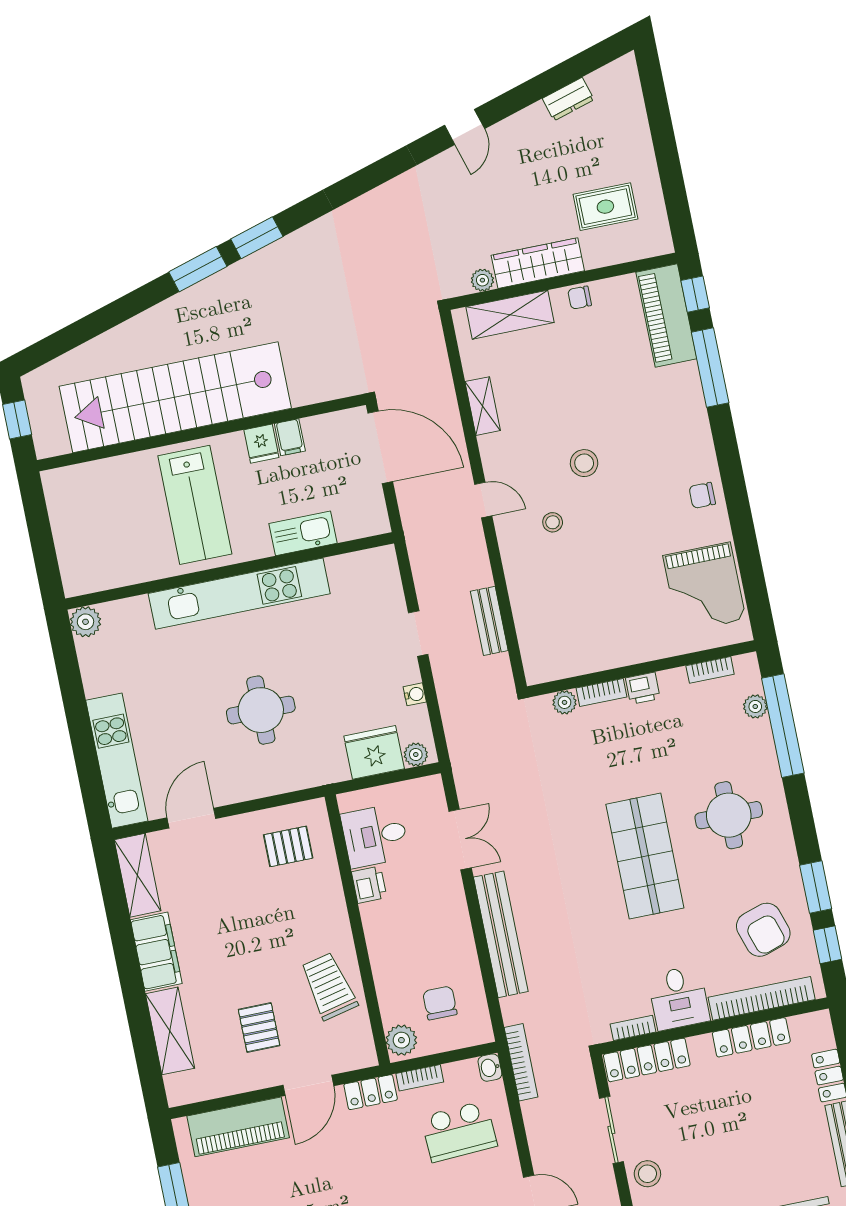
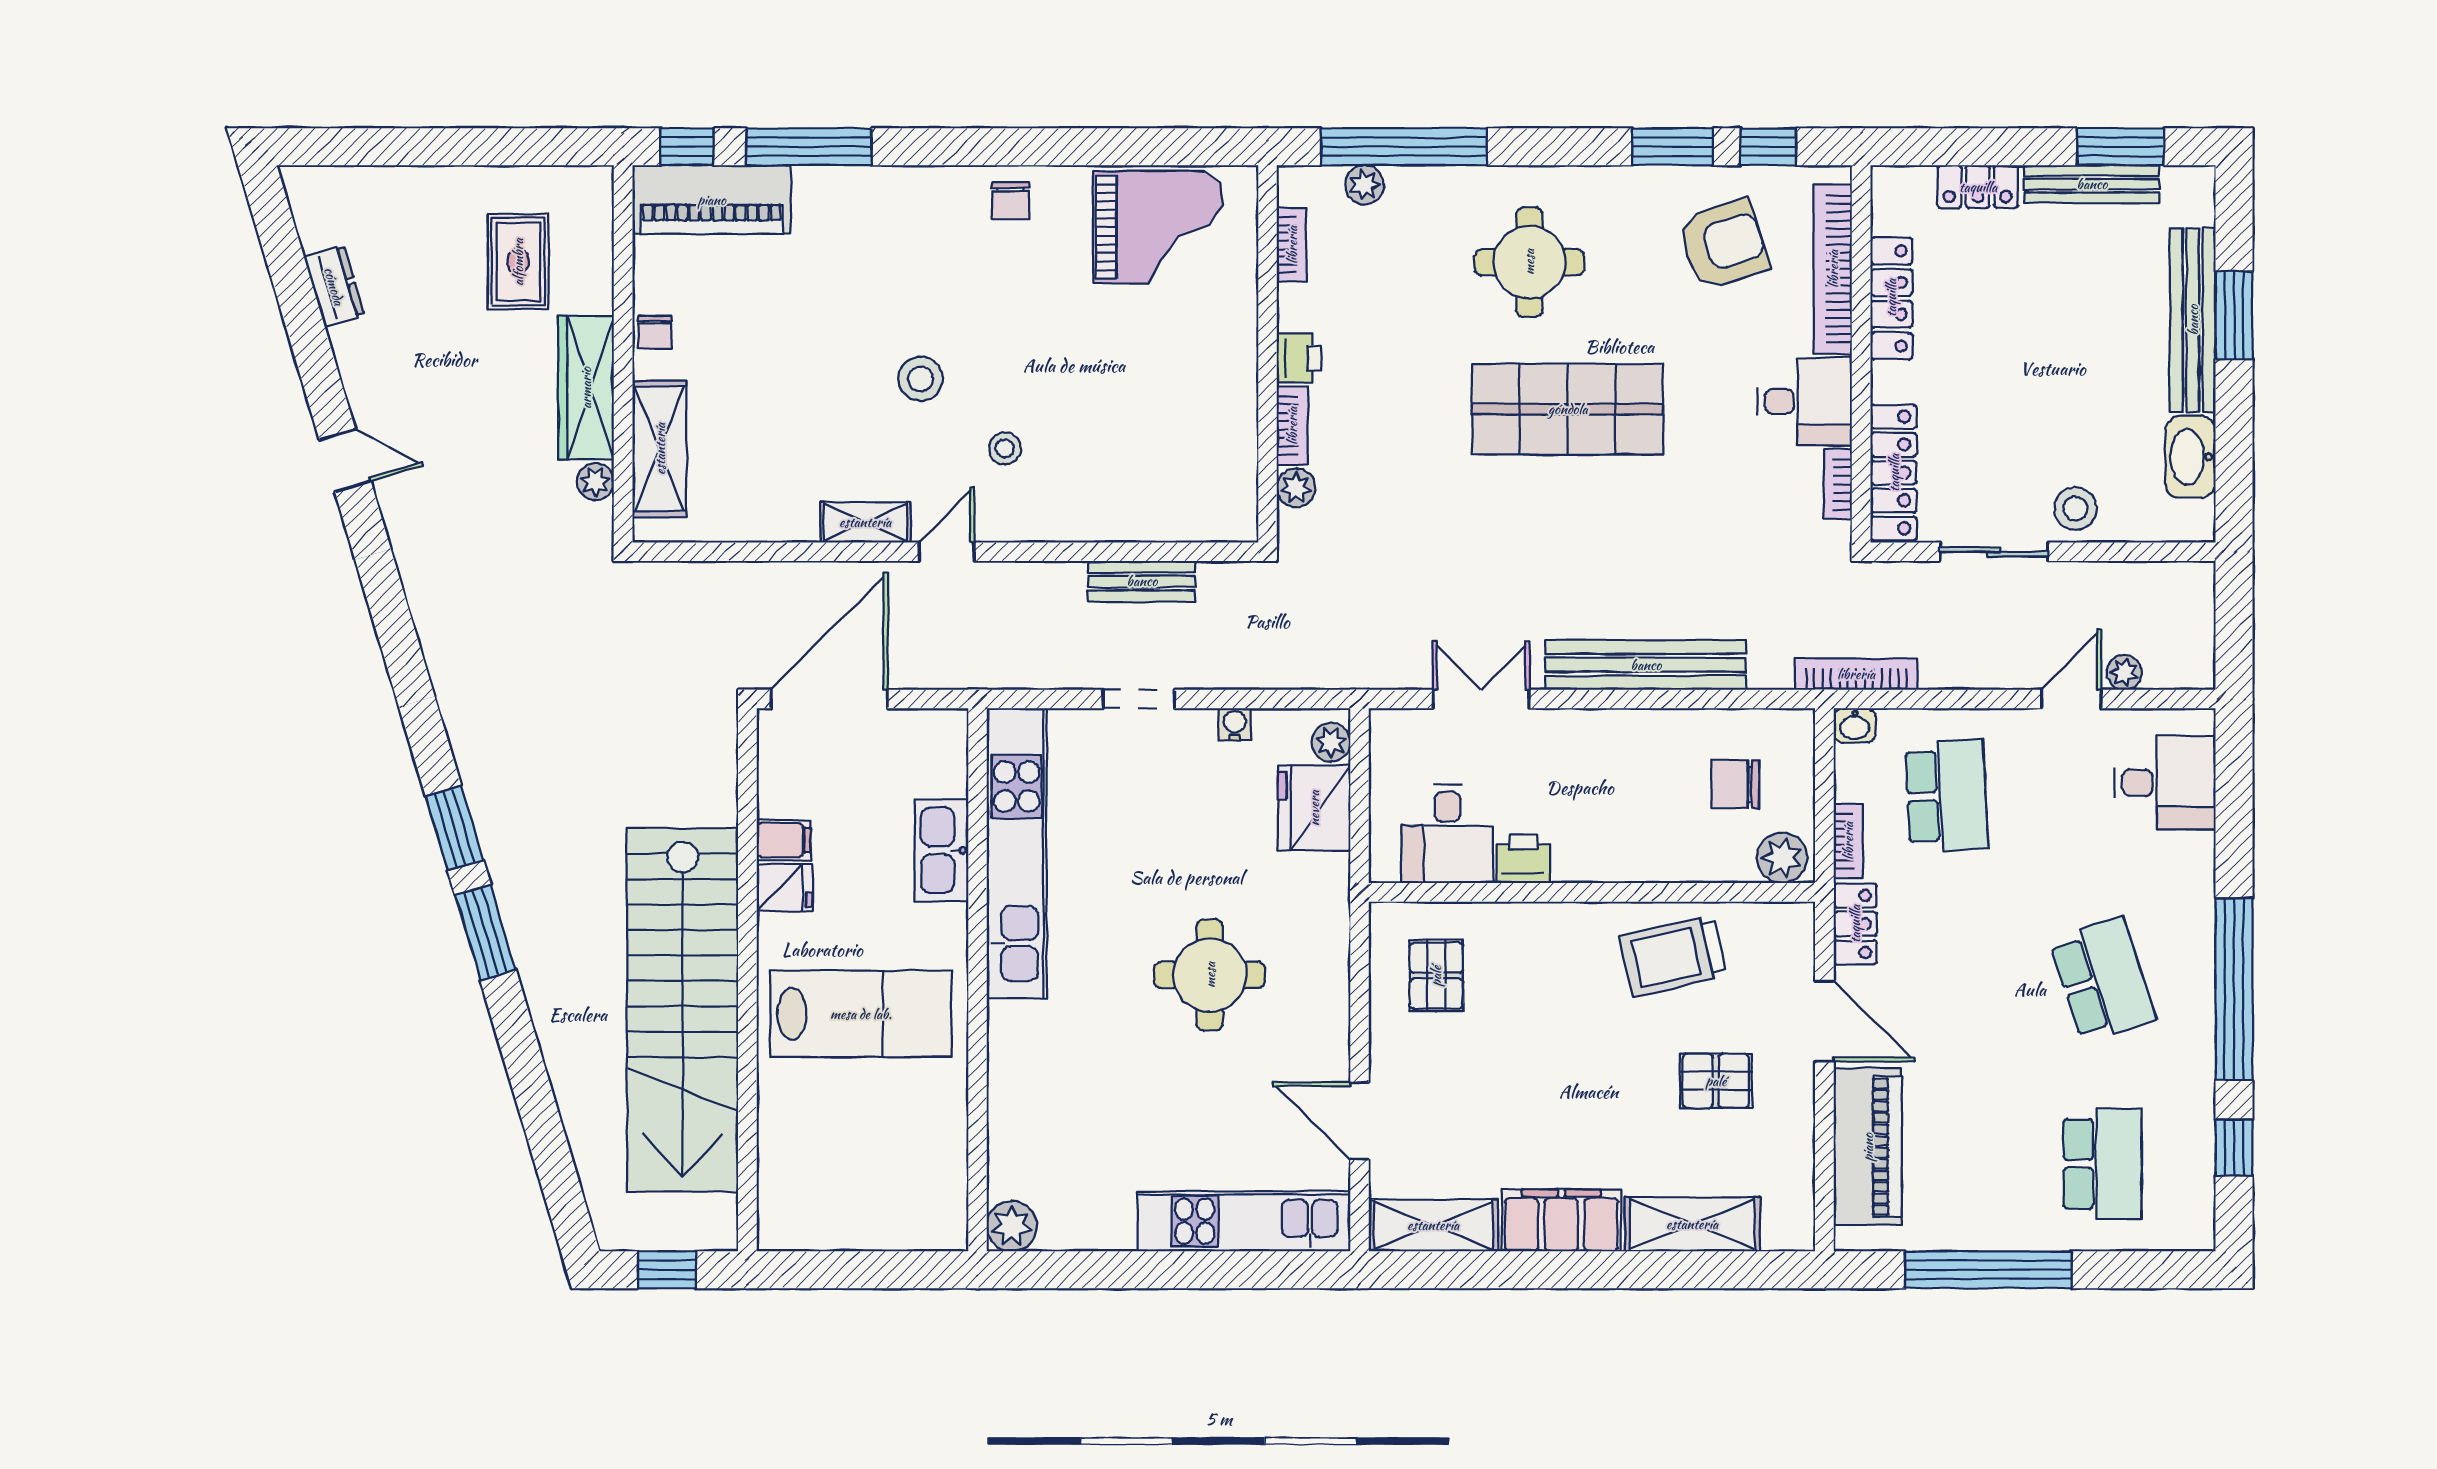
shelving: (483, 406) -> (865, 522), moved
kitchen unit: (239, 594) -> (1017, 853), moved

